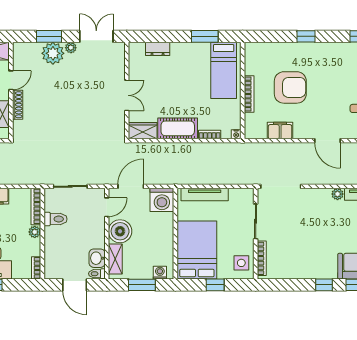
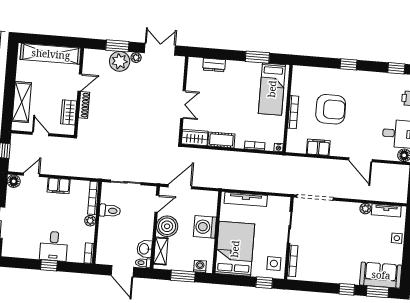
cot: (178, 128) -> (221, 140), width x0.73, depth x0.75
washing machine: (162, 200) -> (205, 227), moved, turned 90
window: (215, 285) -> (264, 283), moved

